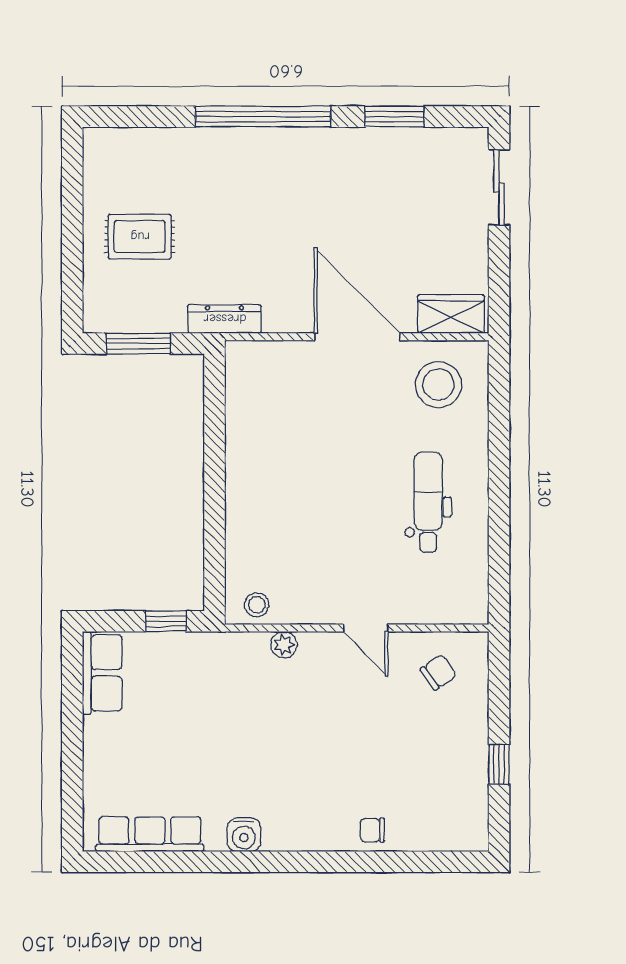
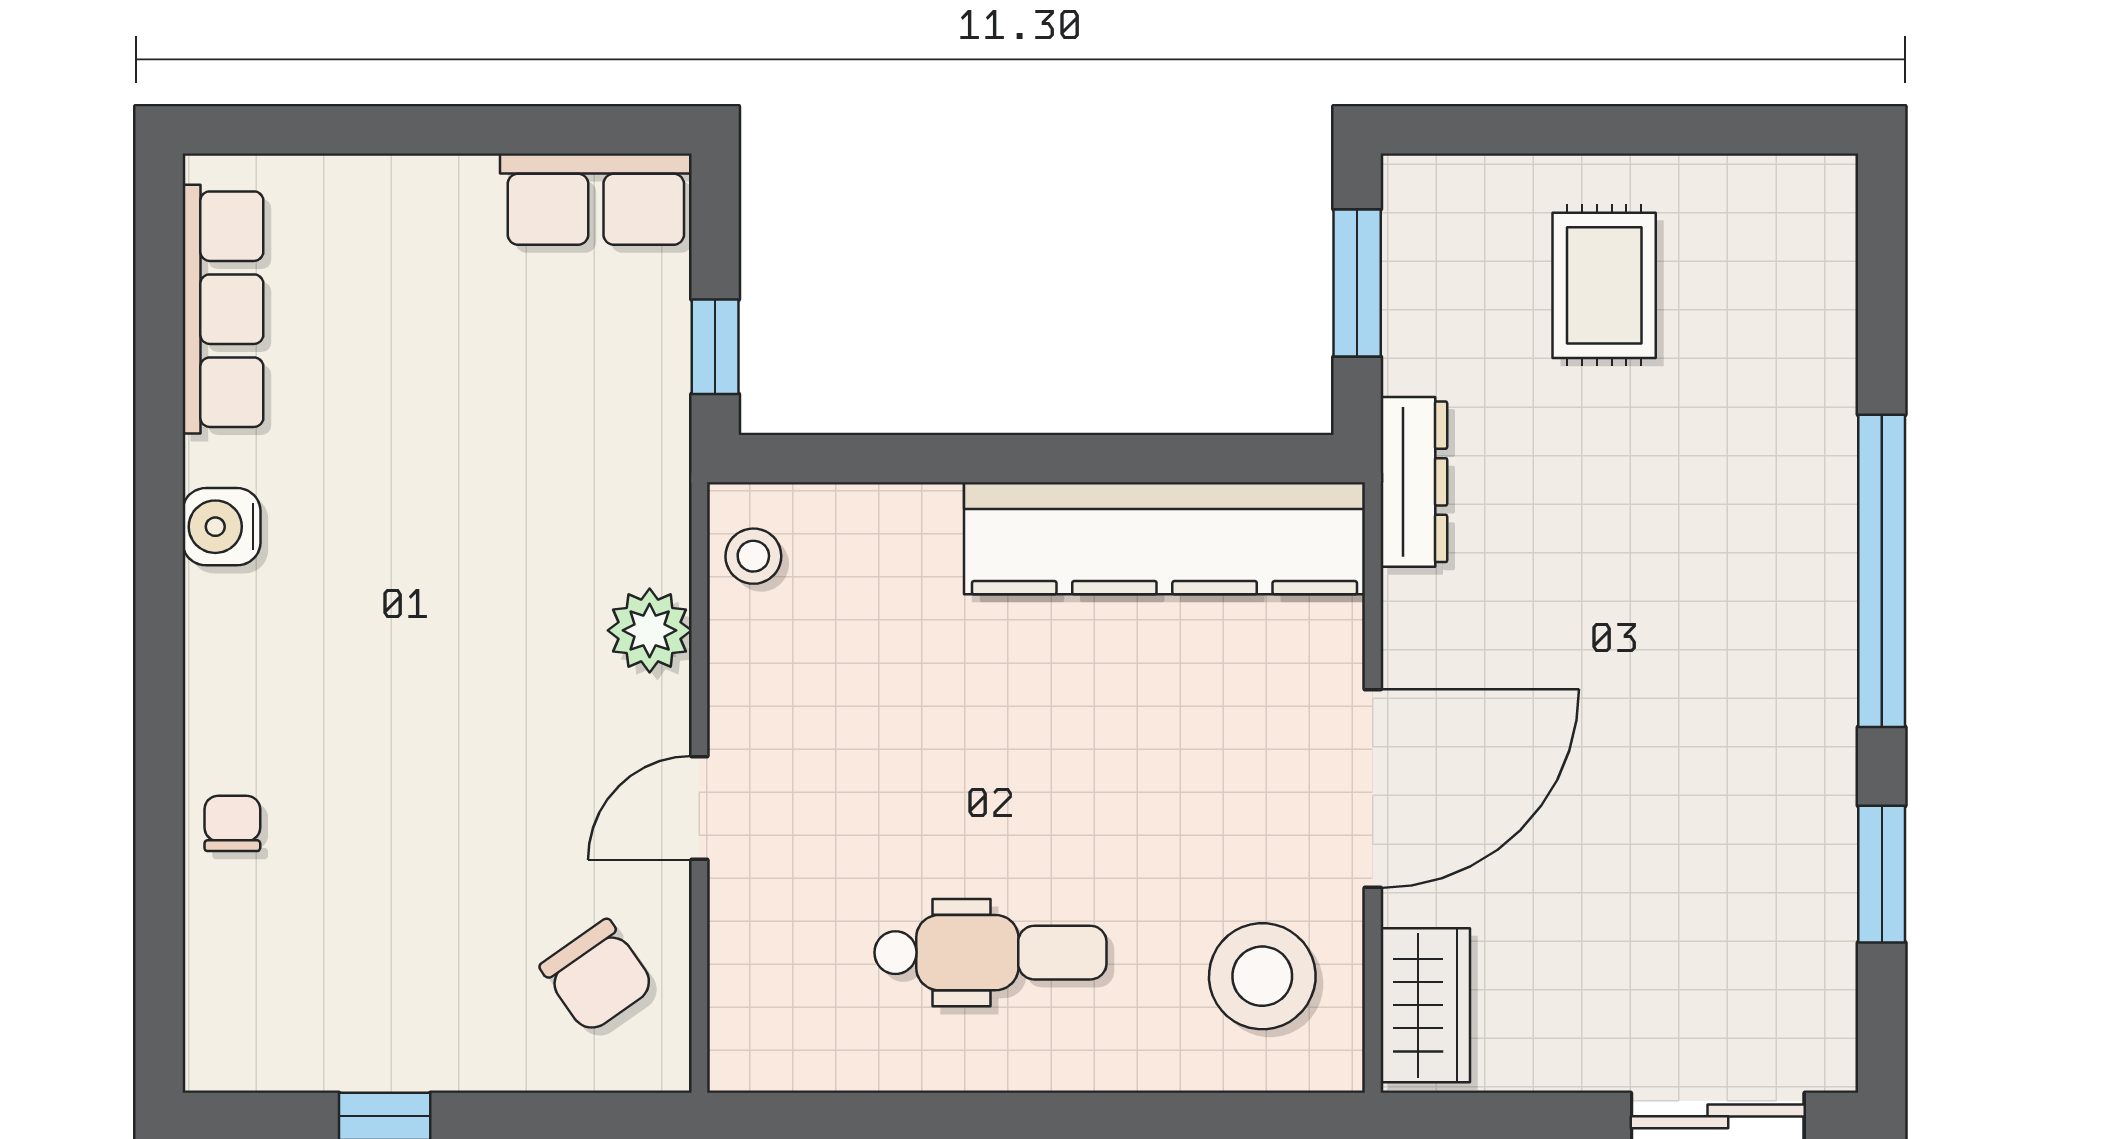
kitchen counter: (249, 427) -> (1164, 538), added
plant: (284, 645) -> (650, 630), width x1.38, depth x1.38
chair: (438, 672) -> (597, 976), width x1.37, depth x1.37

